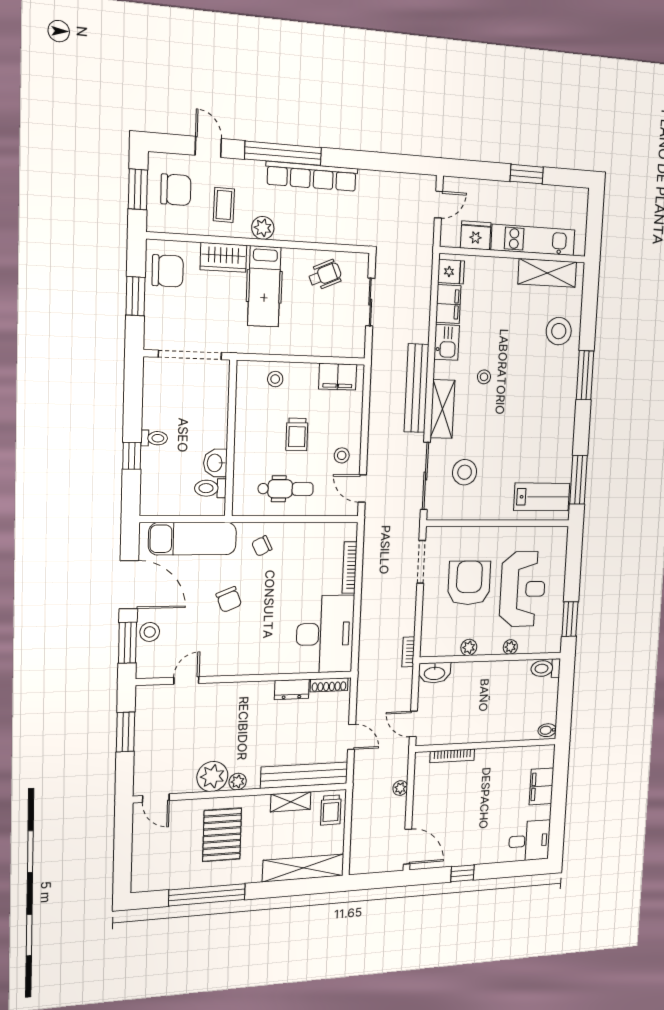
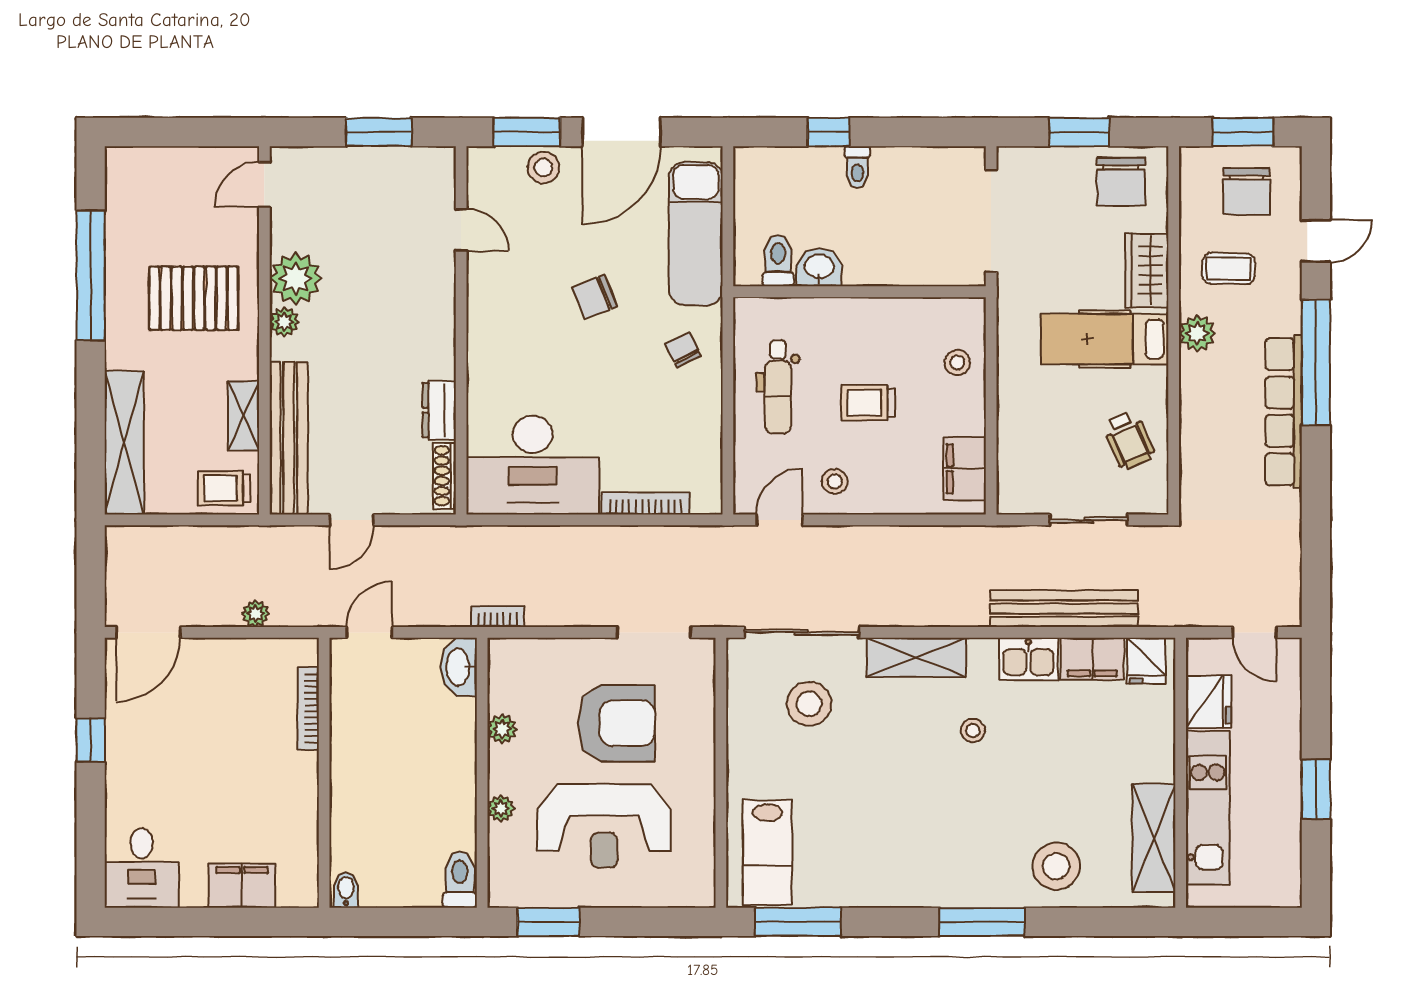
bench: (417, 388) -> (1064, 609), moved

